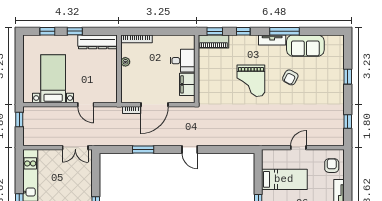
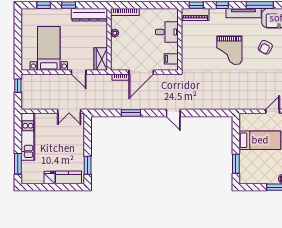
tv unit: (272, 40) -> (244, 13), width x1.41
filing cabinet: (187, 84) -> (171, 59), width x0.50
wardrobe: (110, 90) -> (101, 59), added

